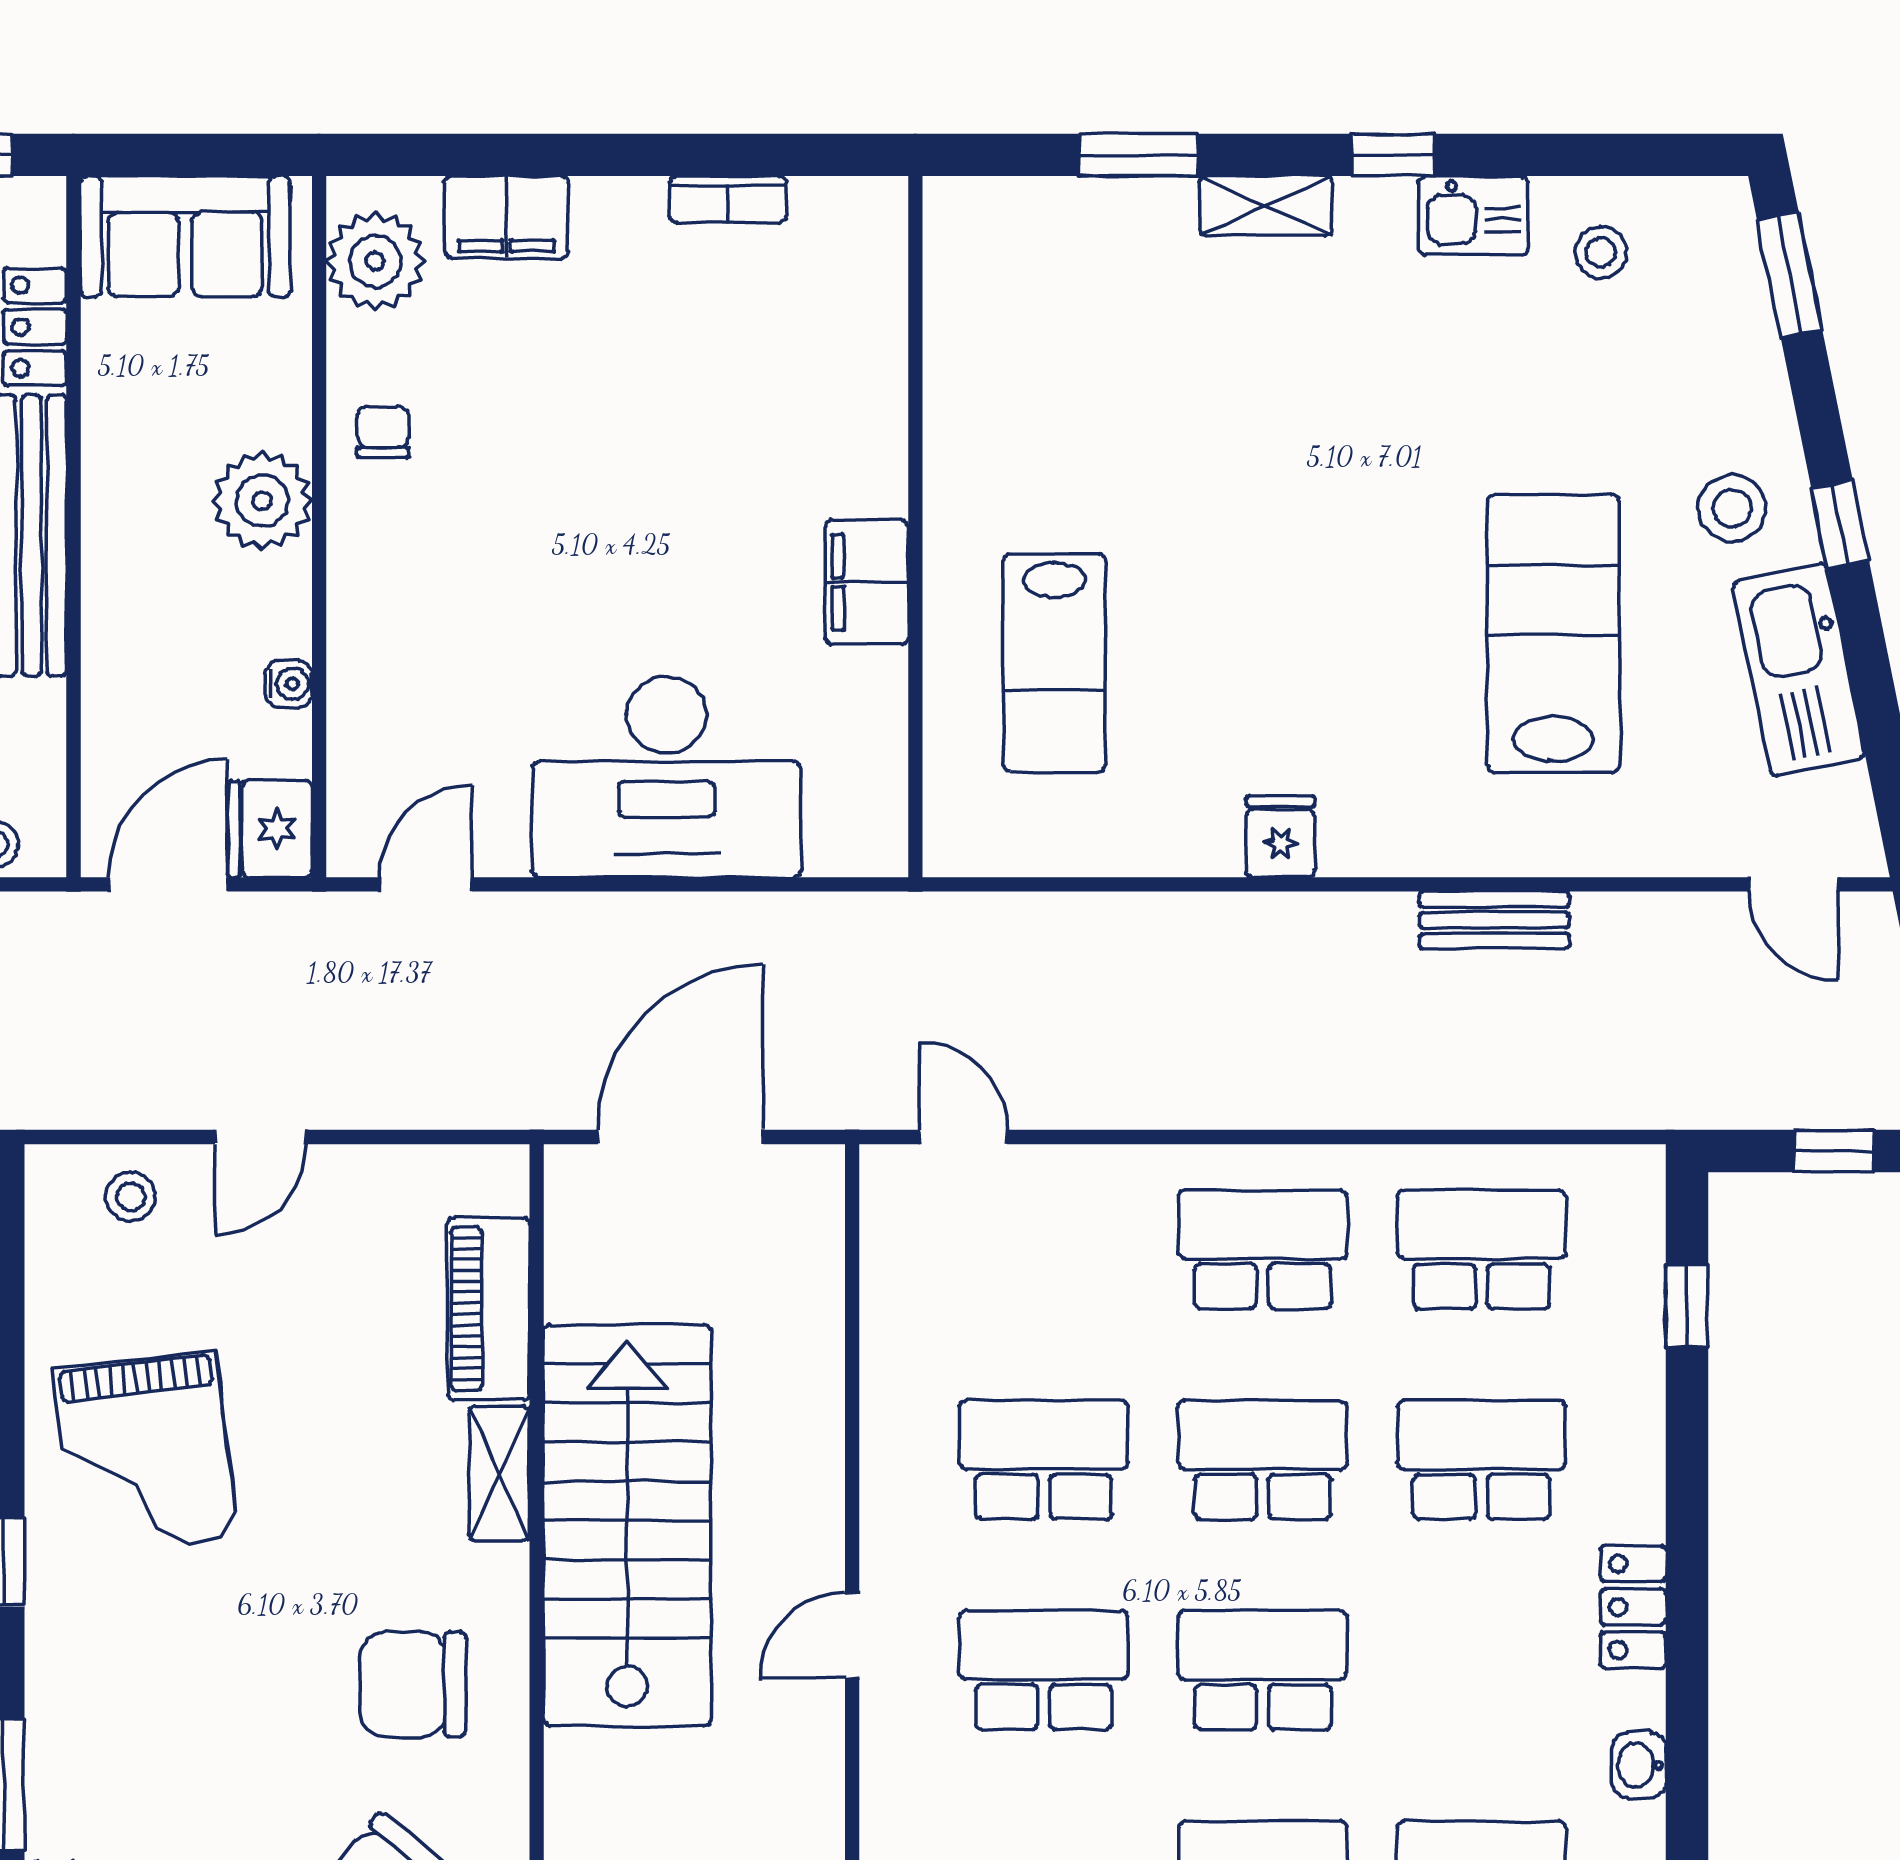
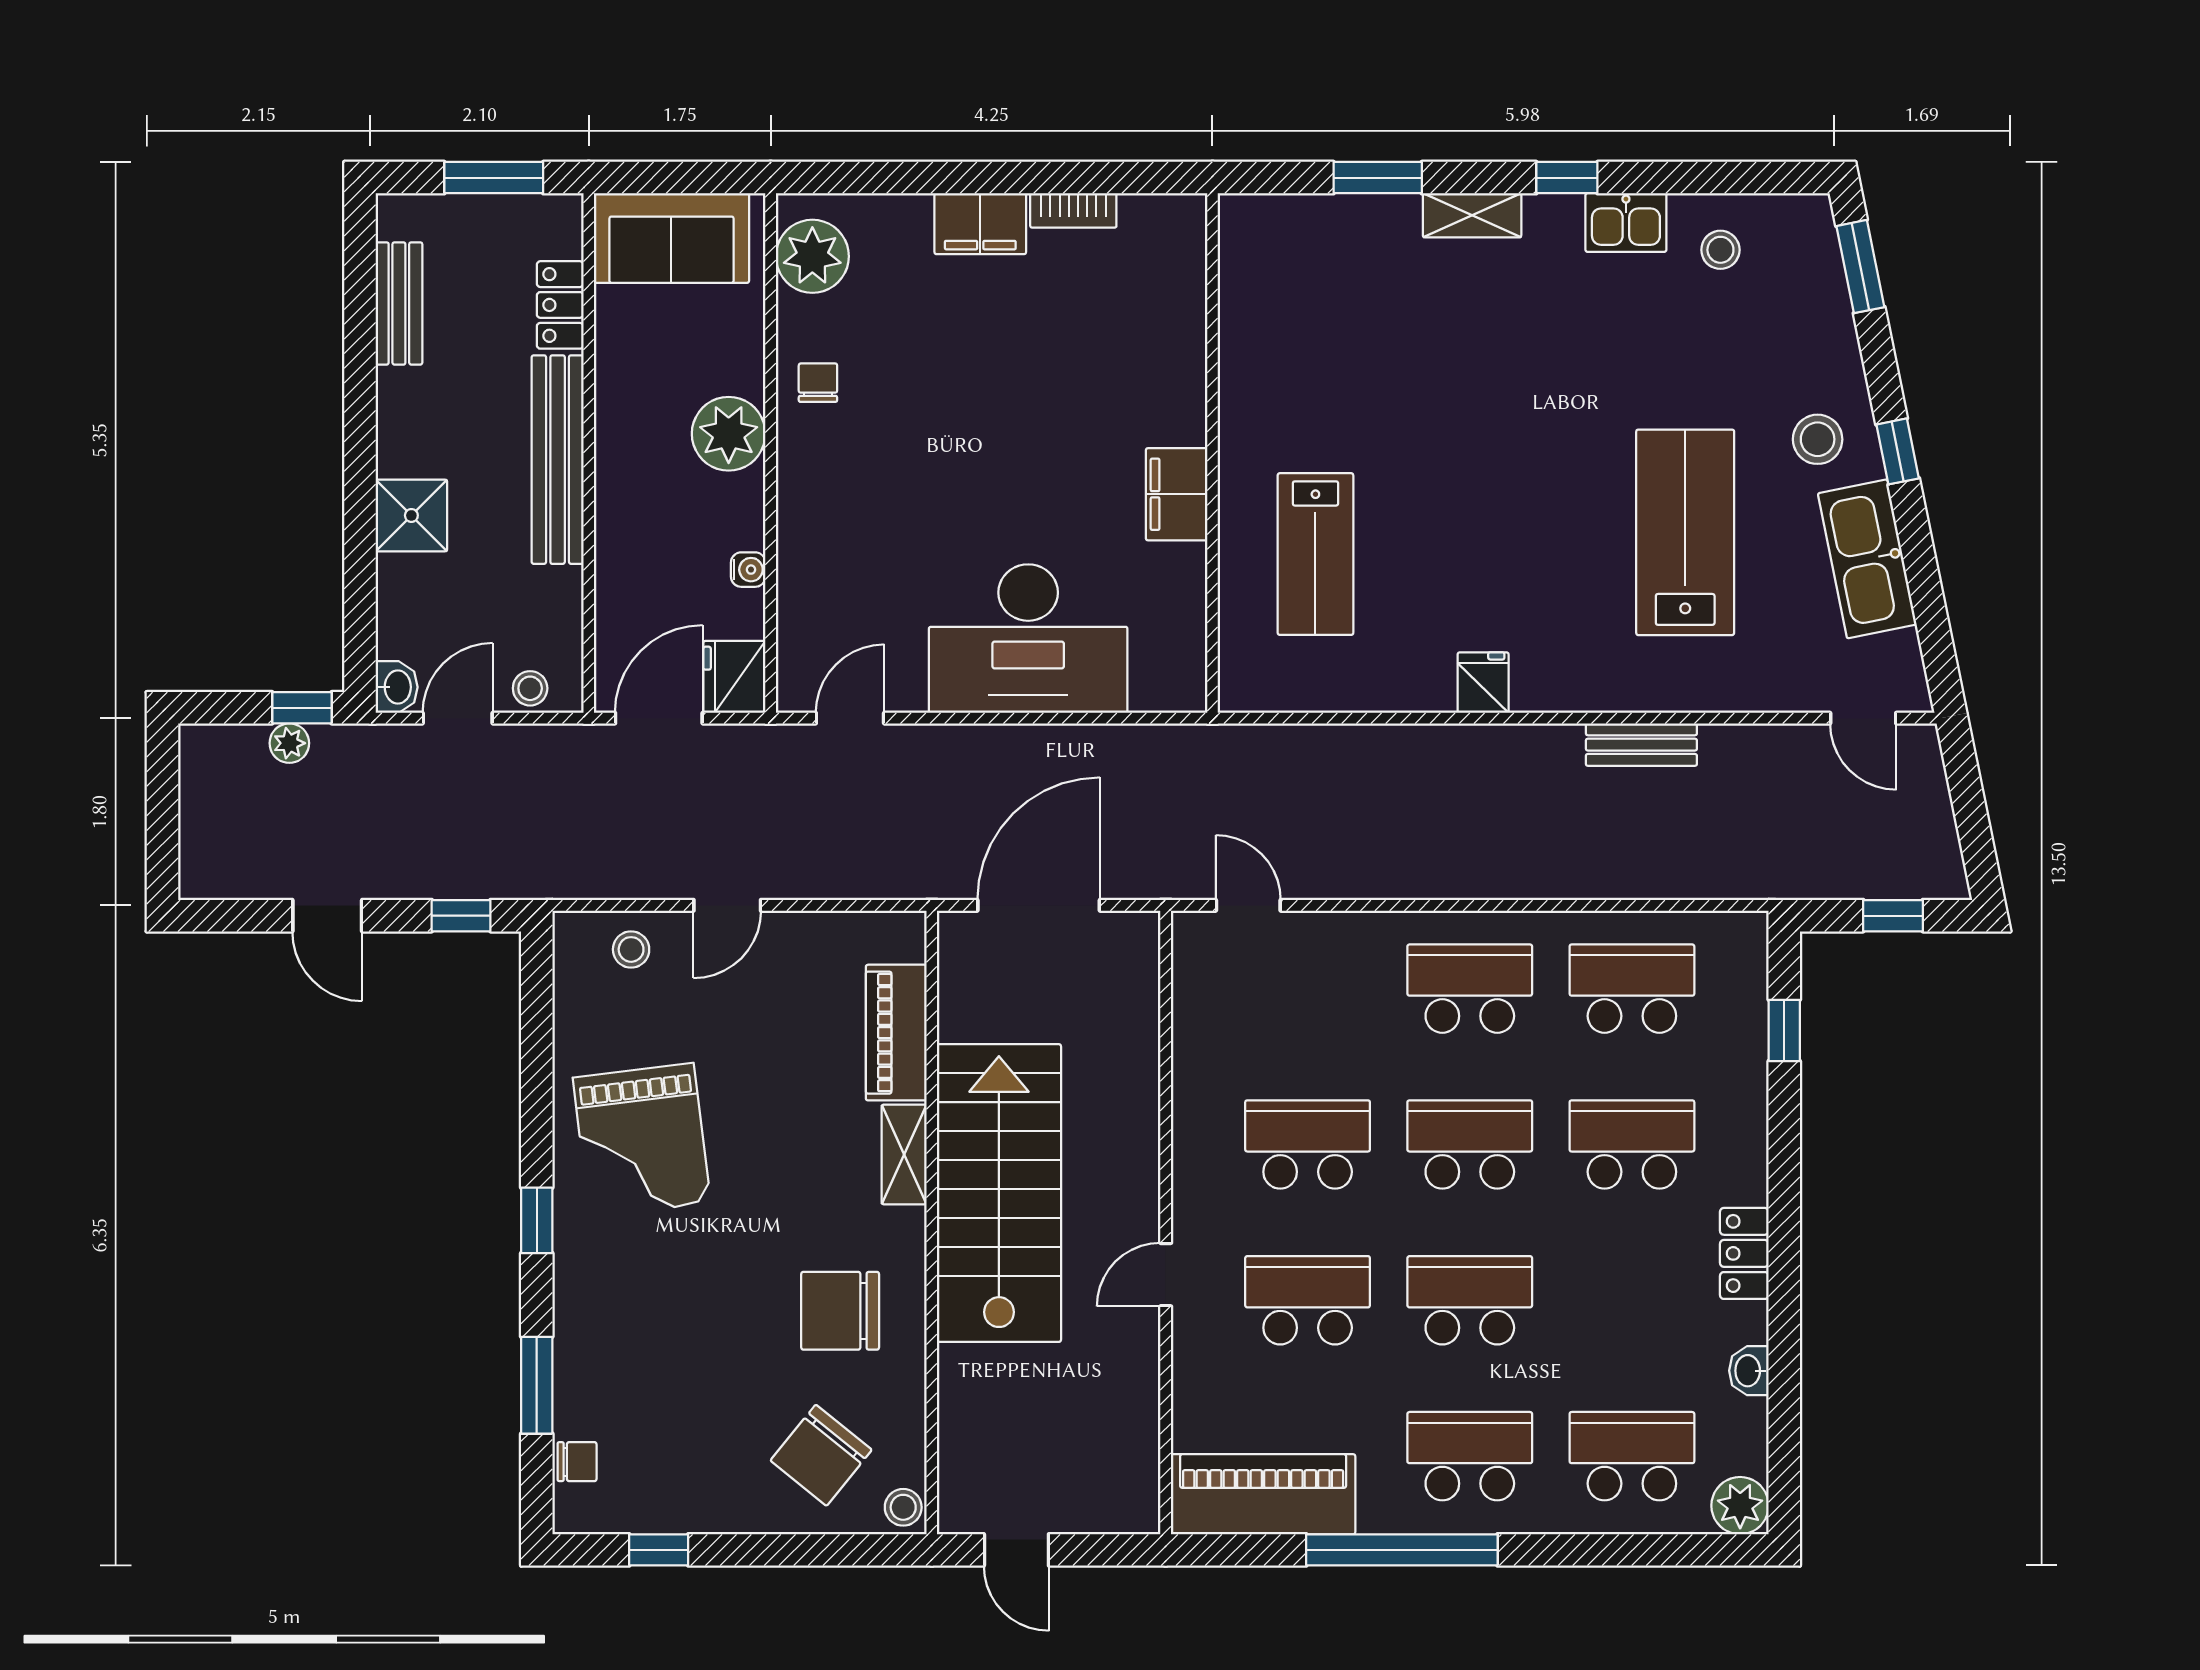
filing cabinet: (507, 217) -> (980, 224), moved

